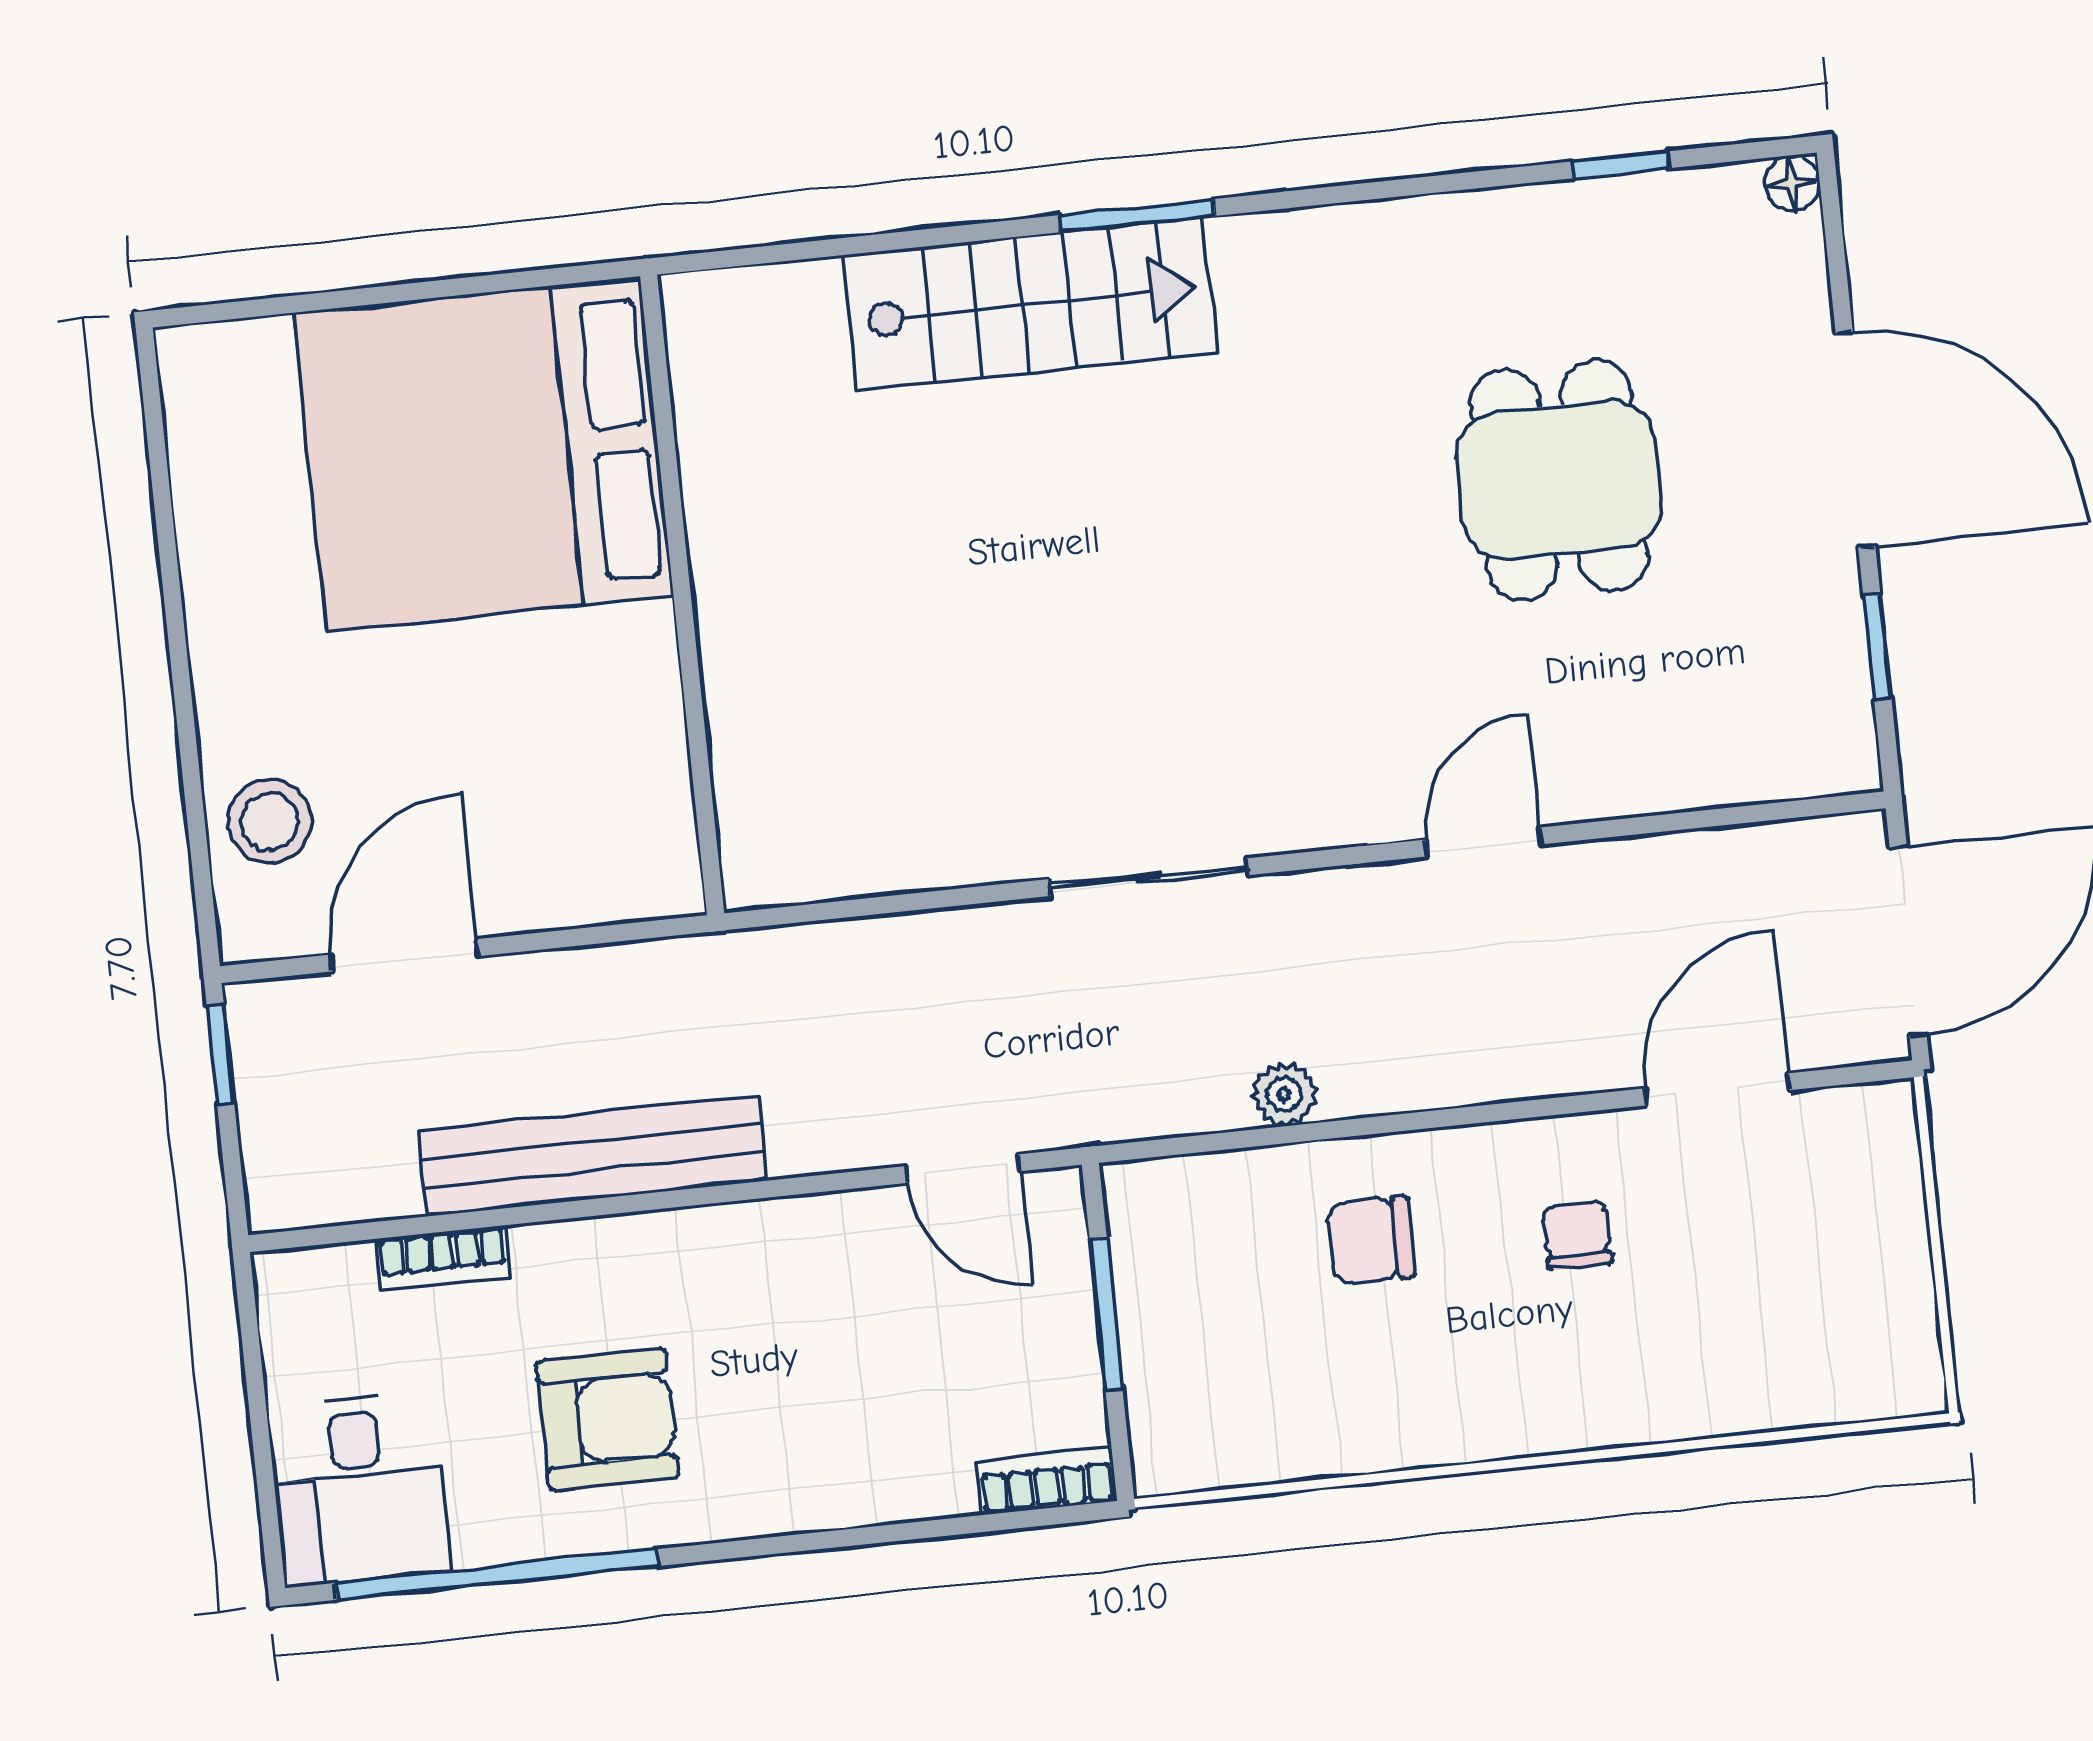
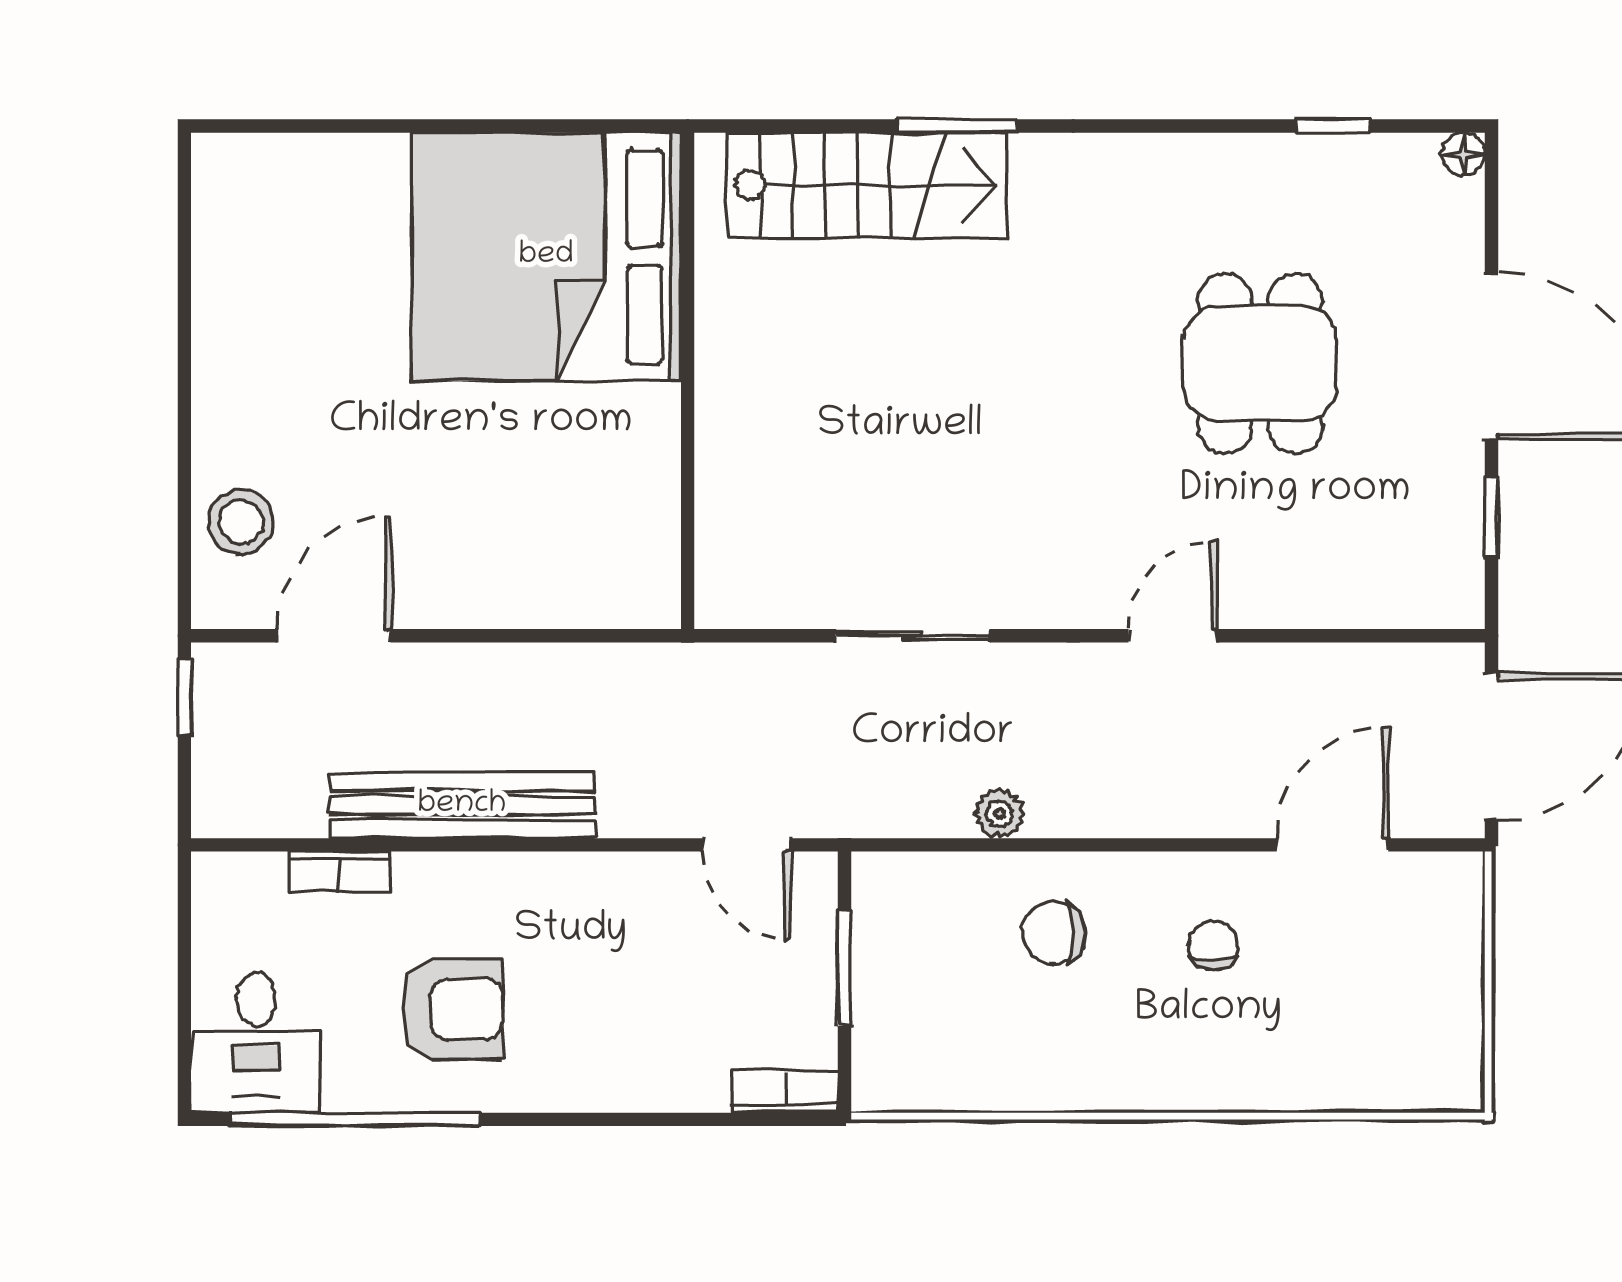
bed: (484, 454) -> (546, 256), moved
wall: (682, 595) -> (688, 381), moved

